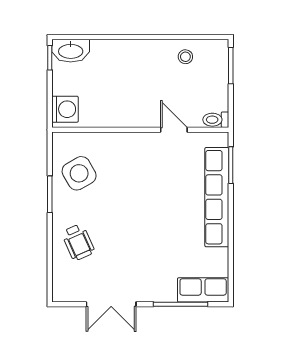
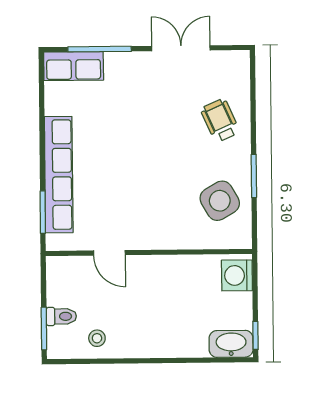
toilet: (216, 120) -> (61, 316), moved

